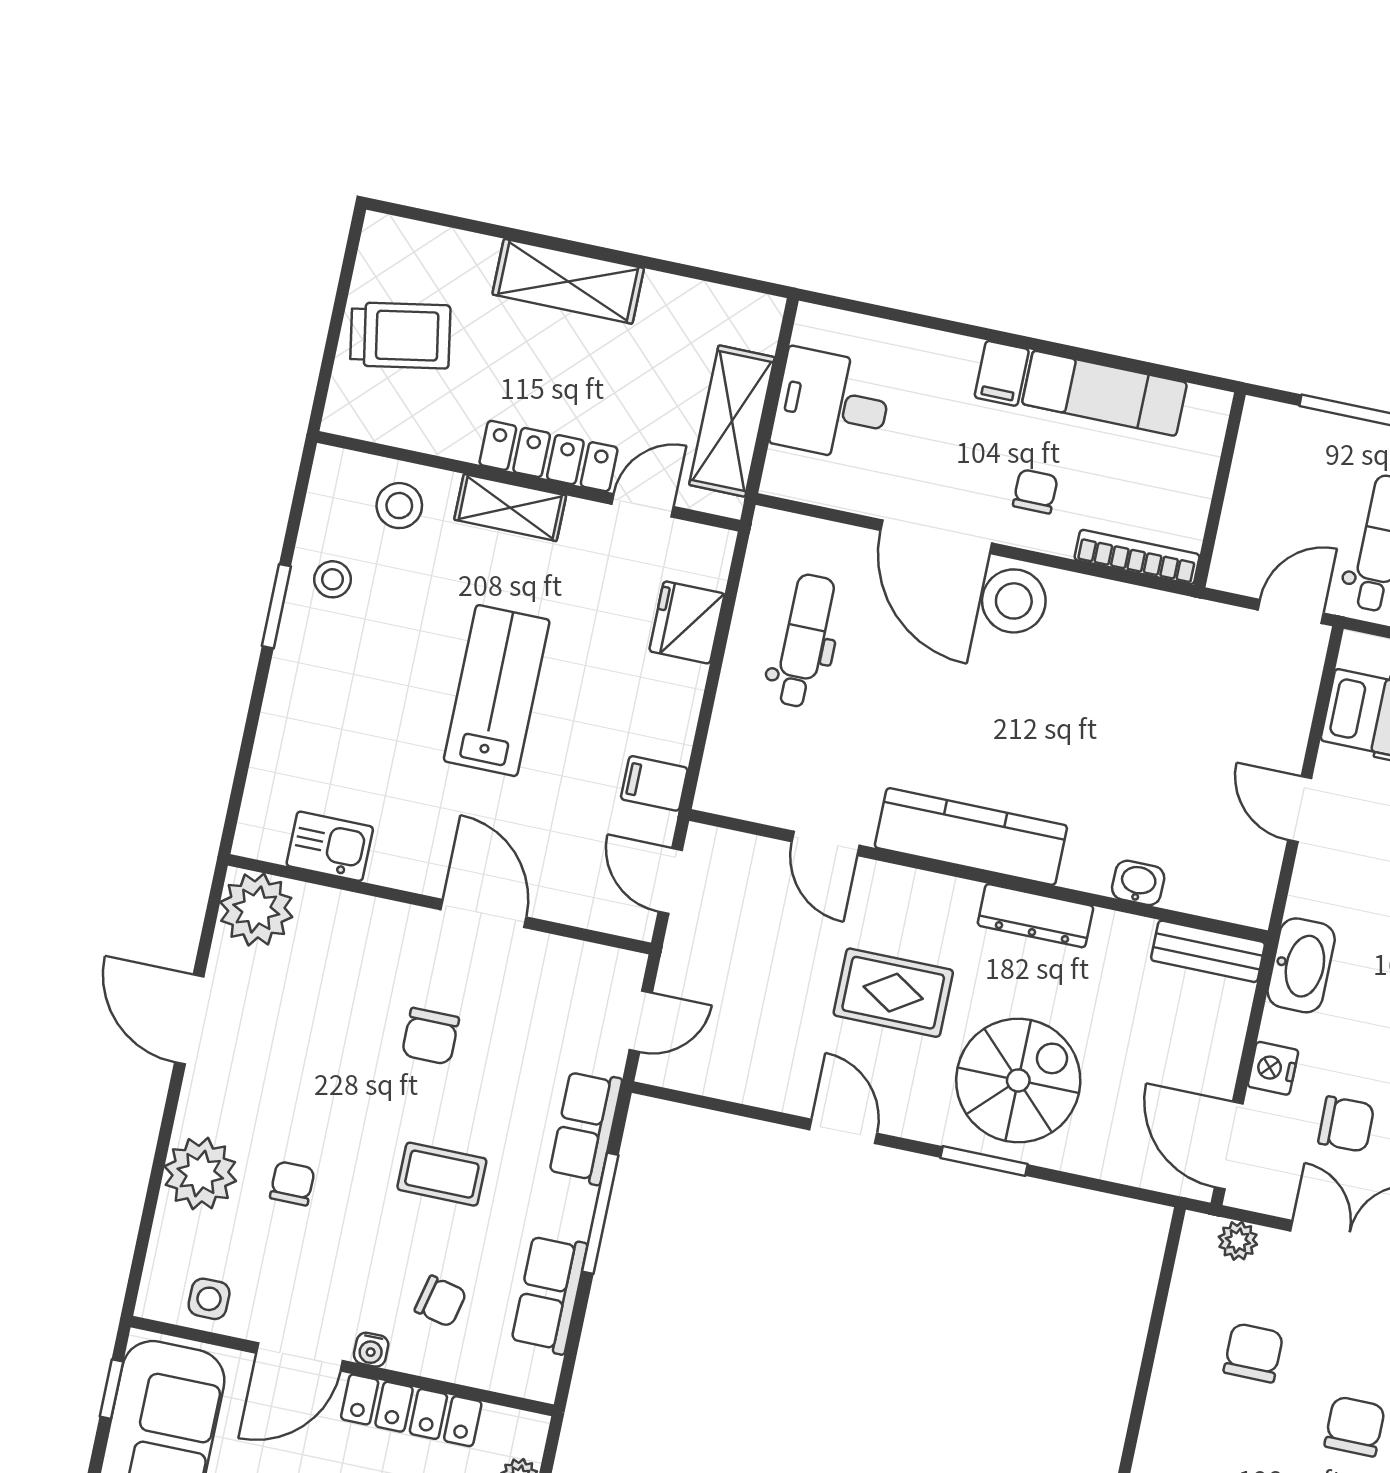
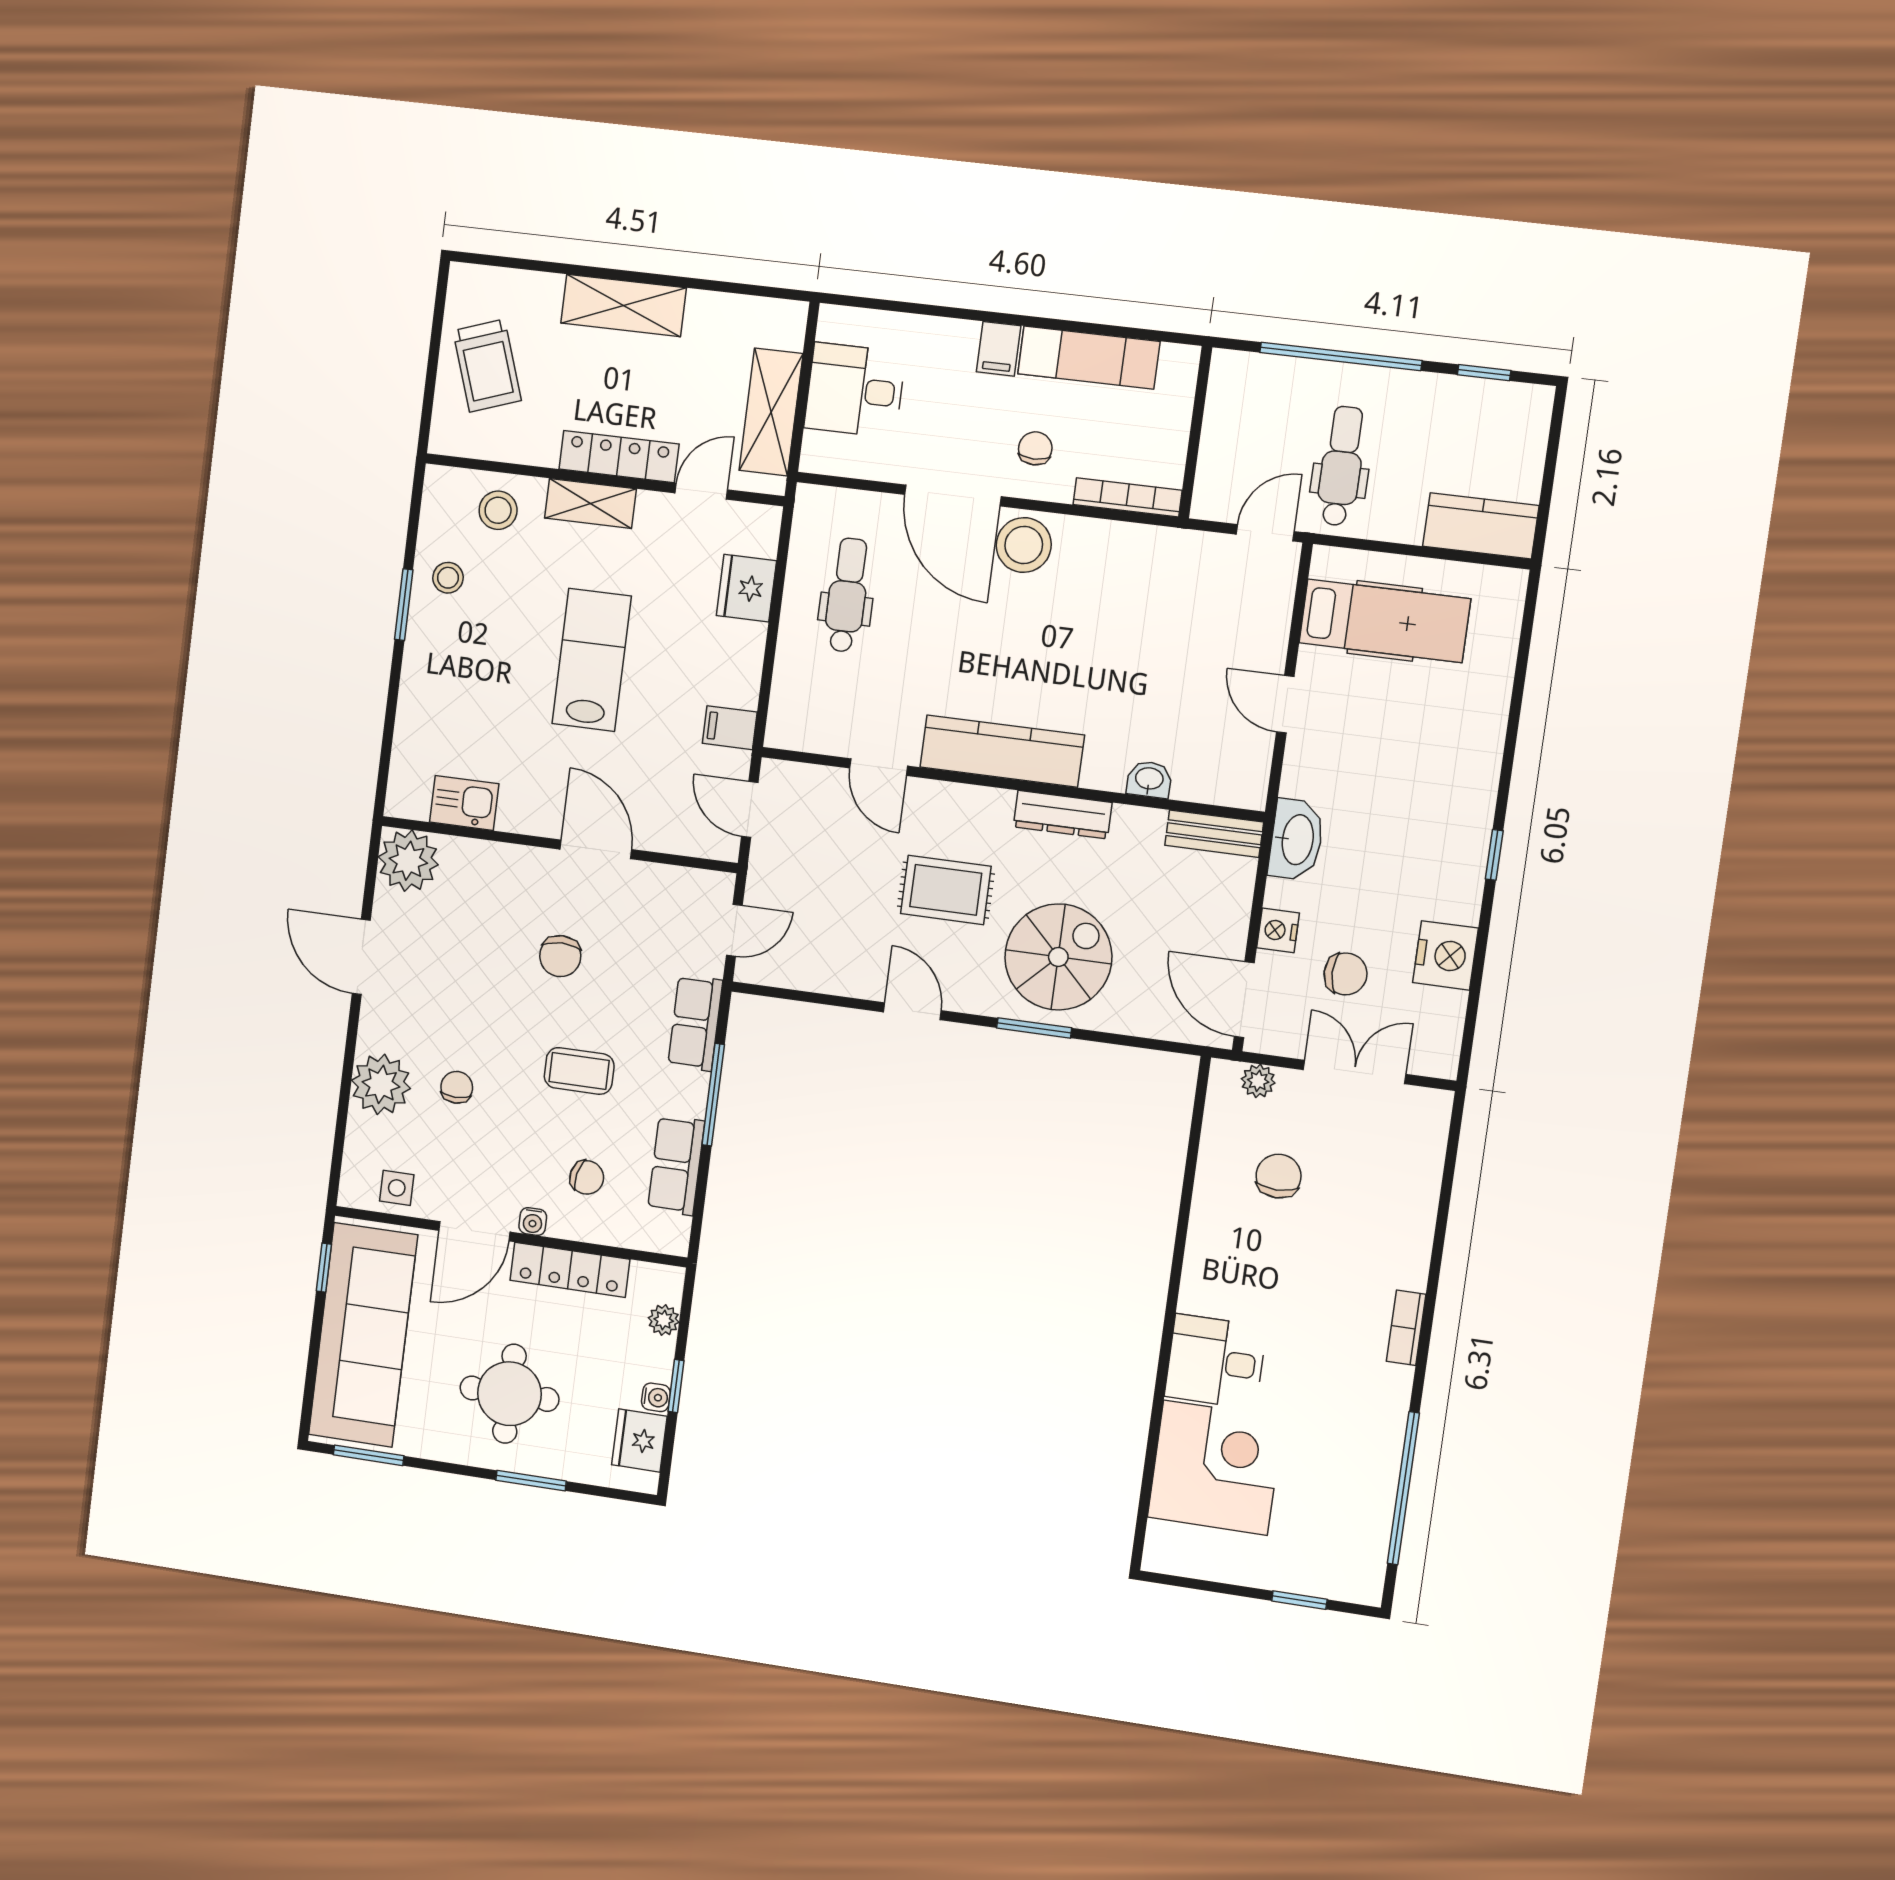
trolley: (400, 335) -> (487, 366), turned 81
chair: (1355, 1426) -> (1371, 1234), removed

